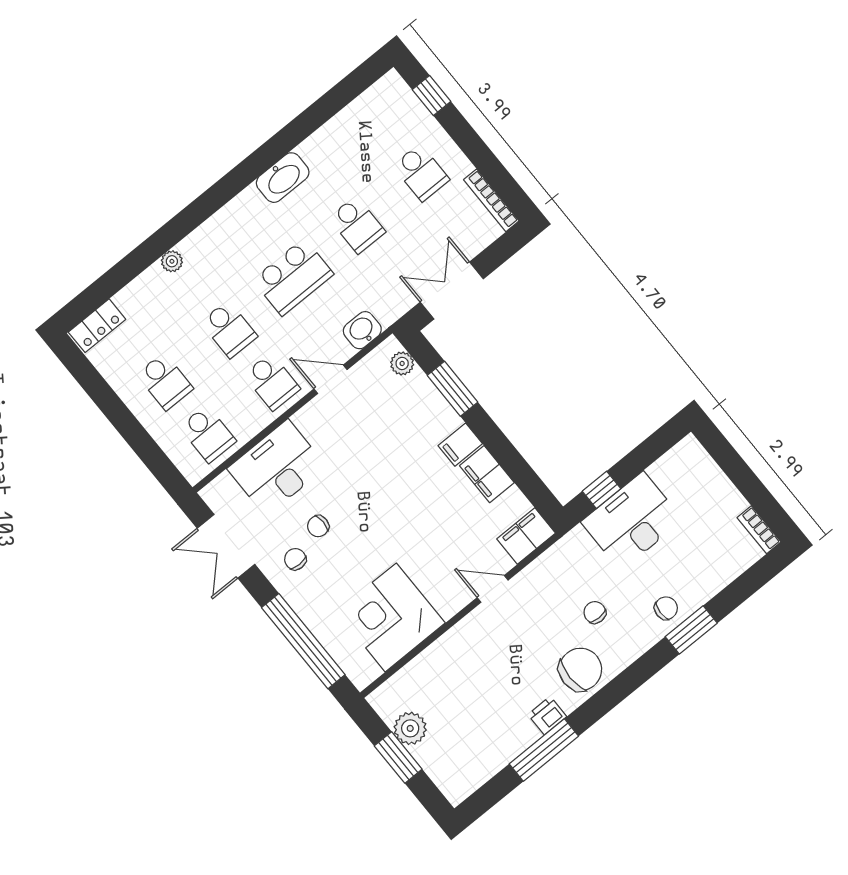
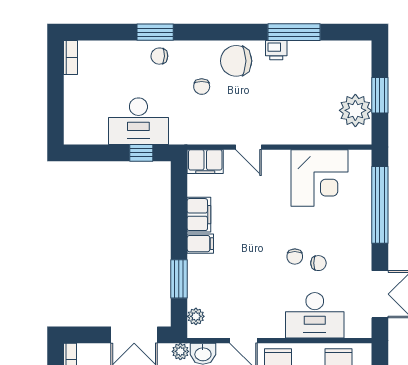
plant: (388, 313) -> (180, 351), added
chair: (295, 559) -> (295, 257), moved
plant: (410, 728) -> (355, 110), width x1.36, depth x1.36

